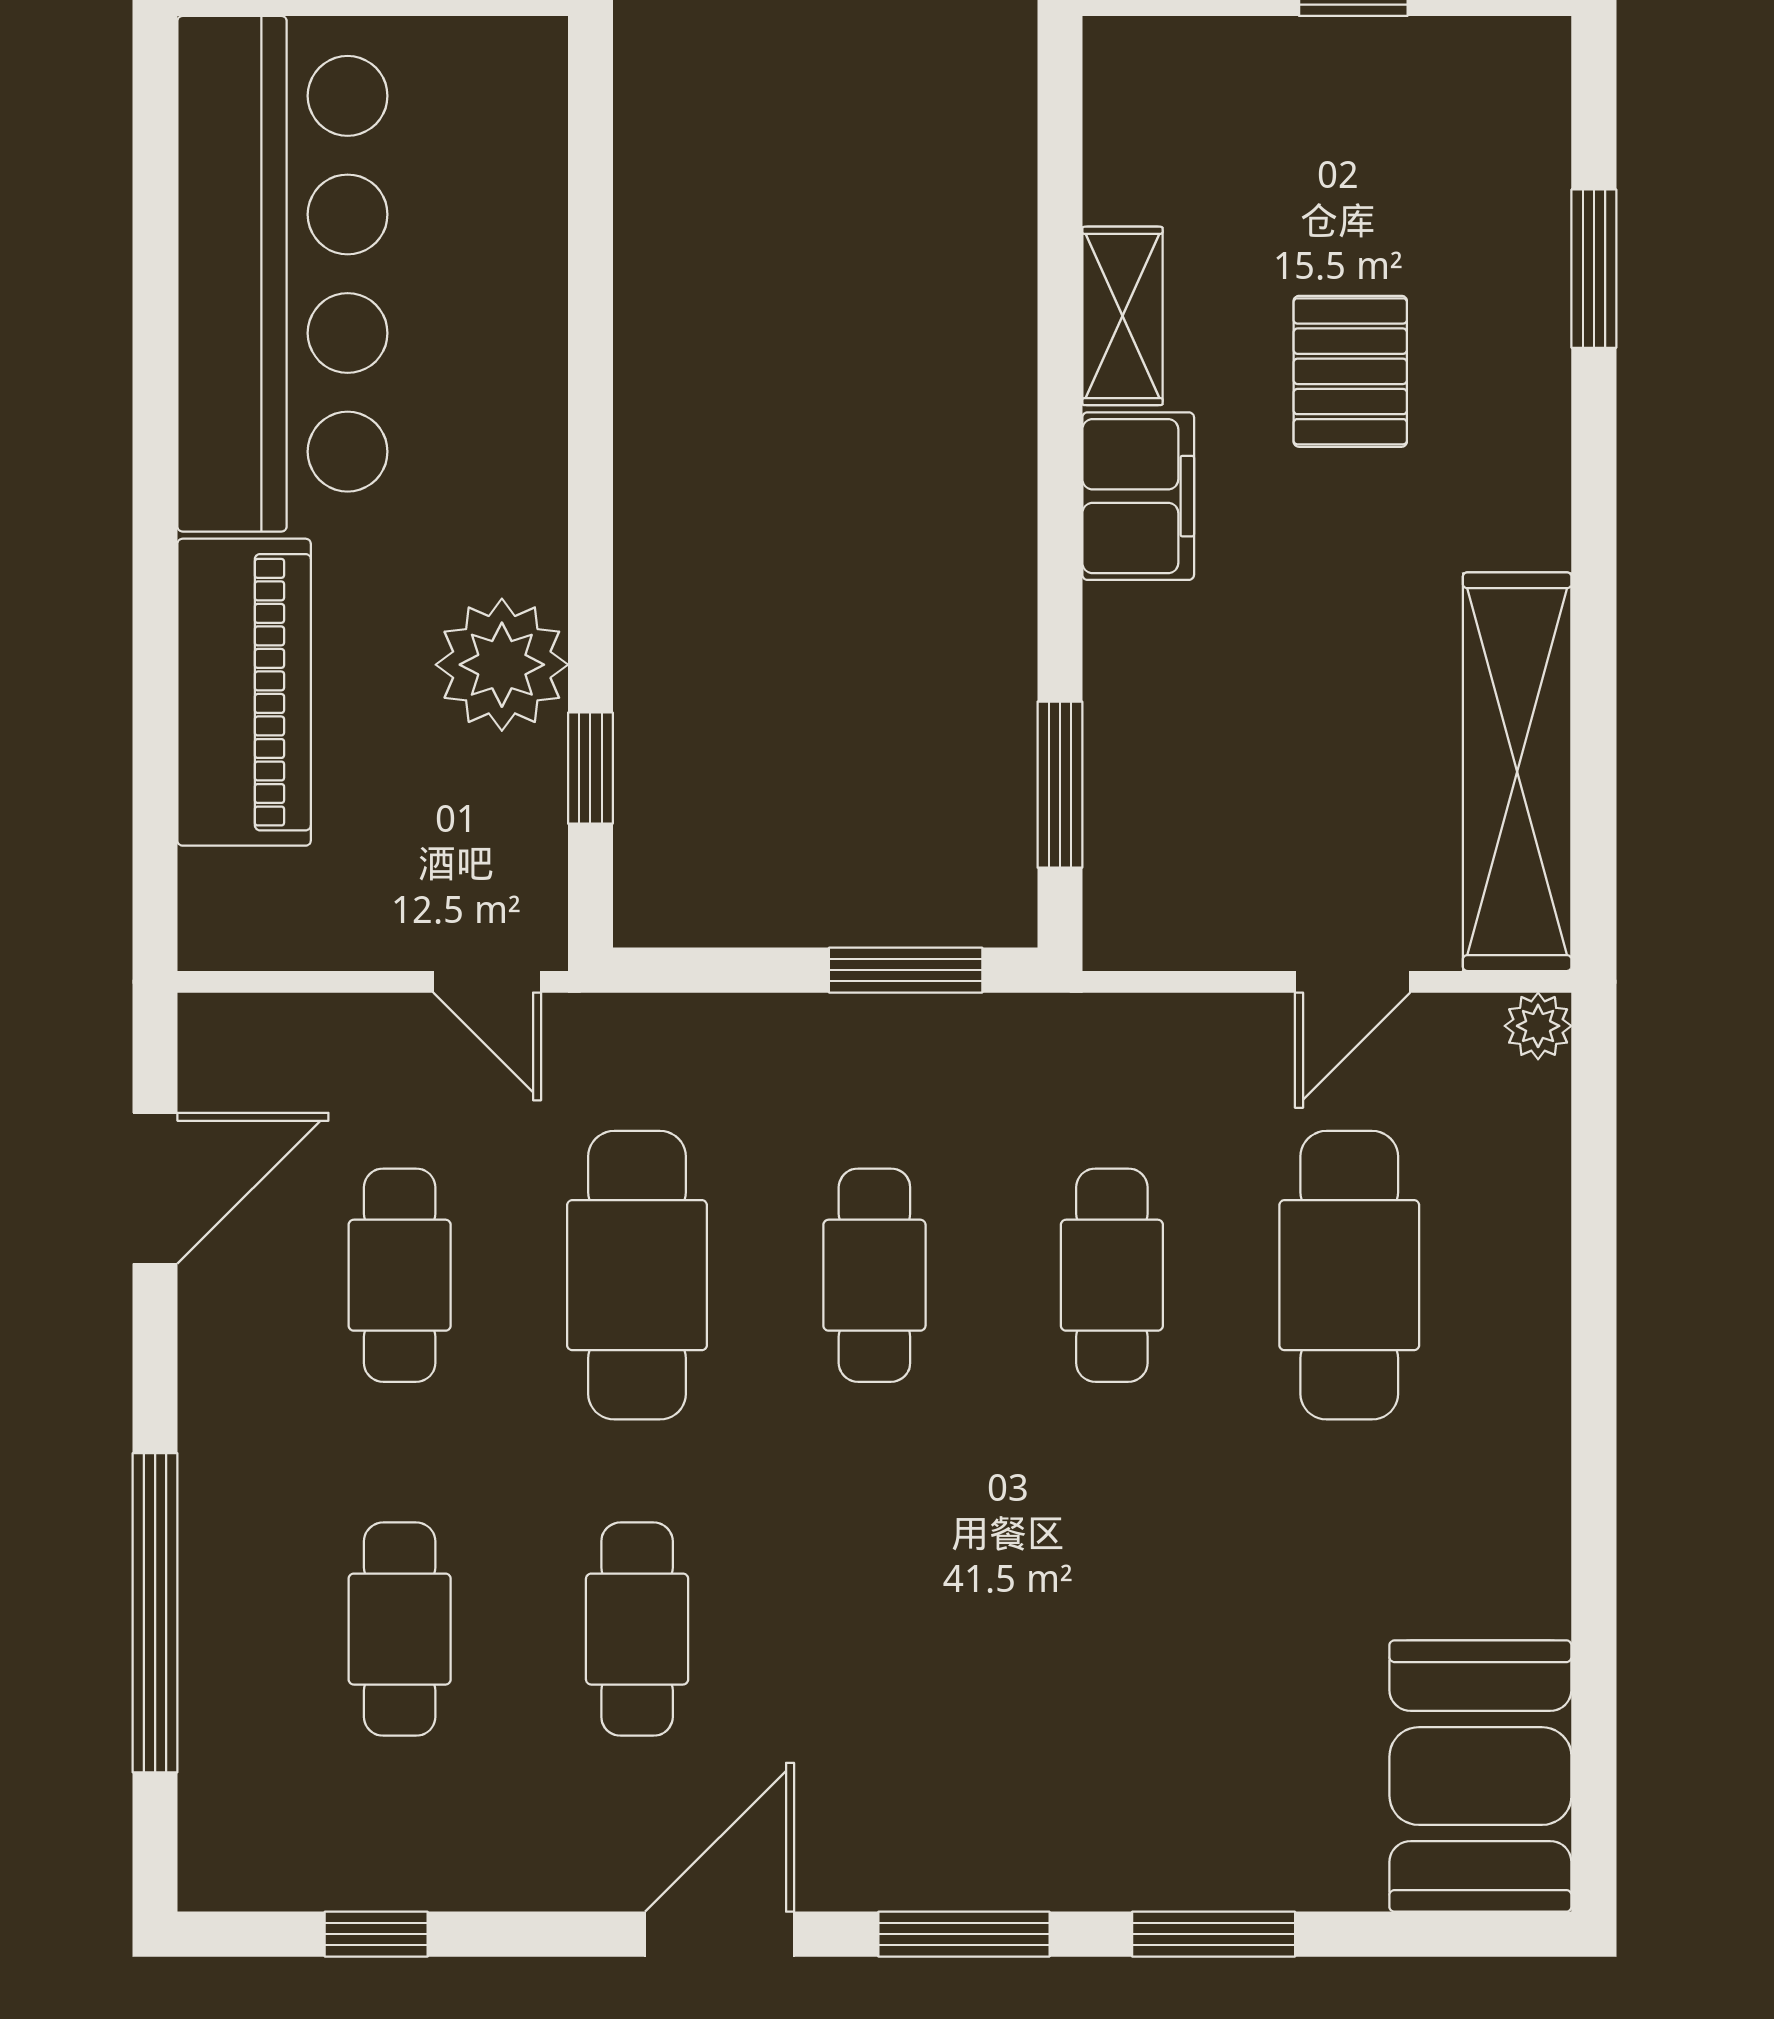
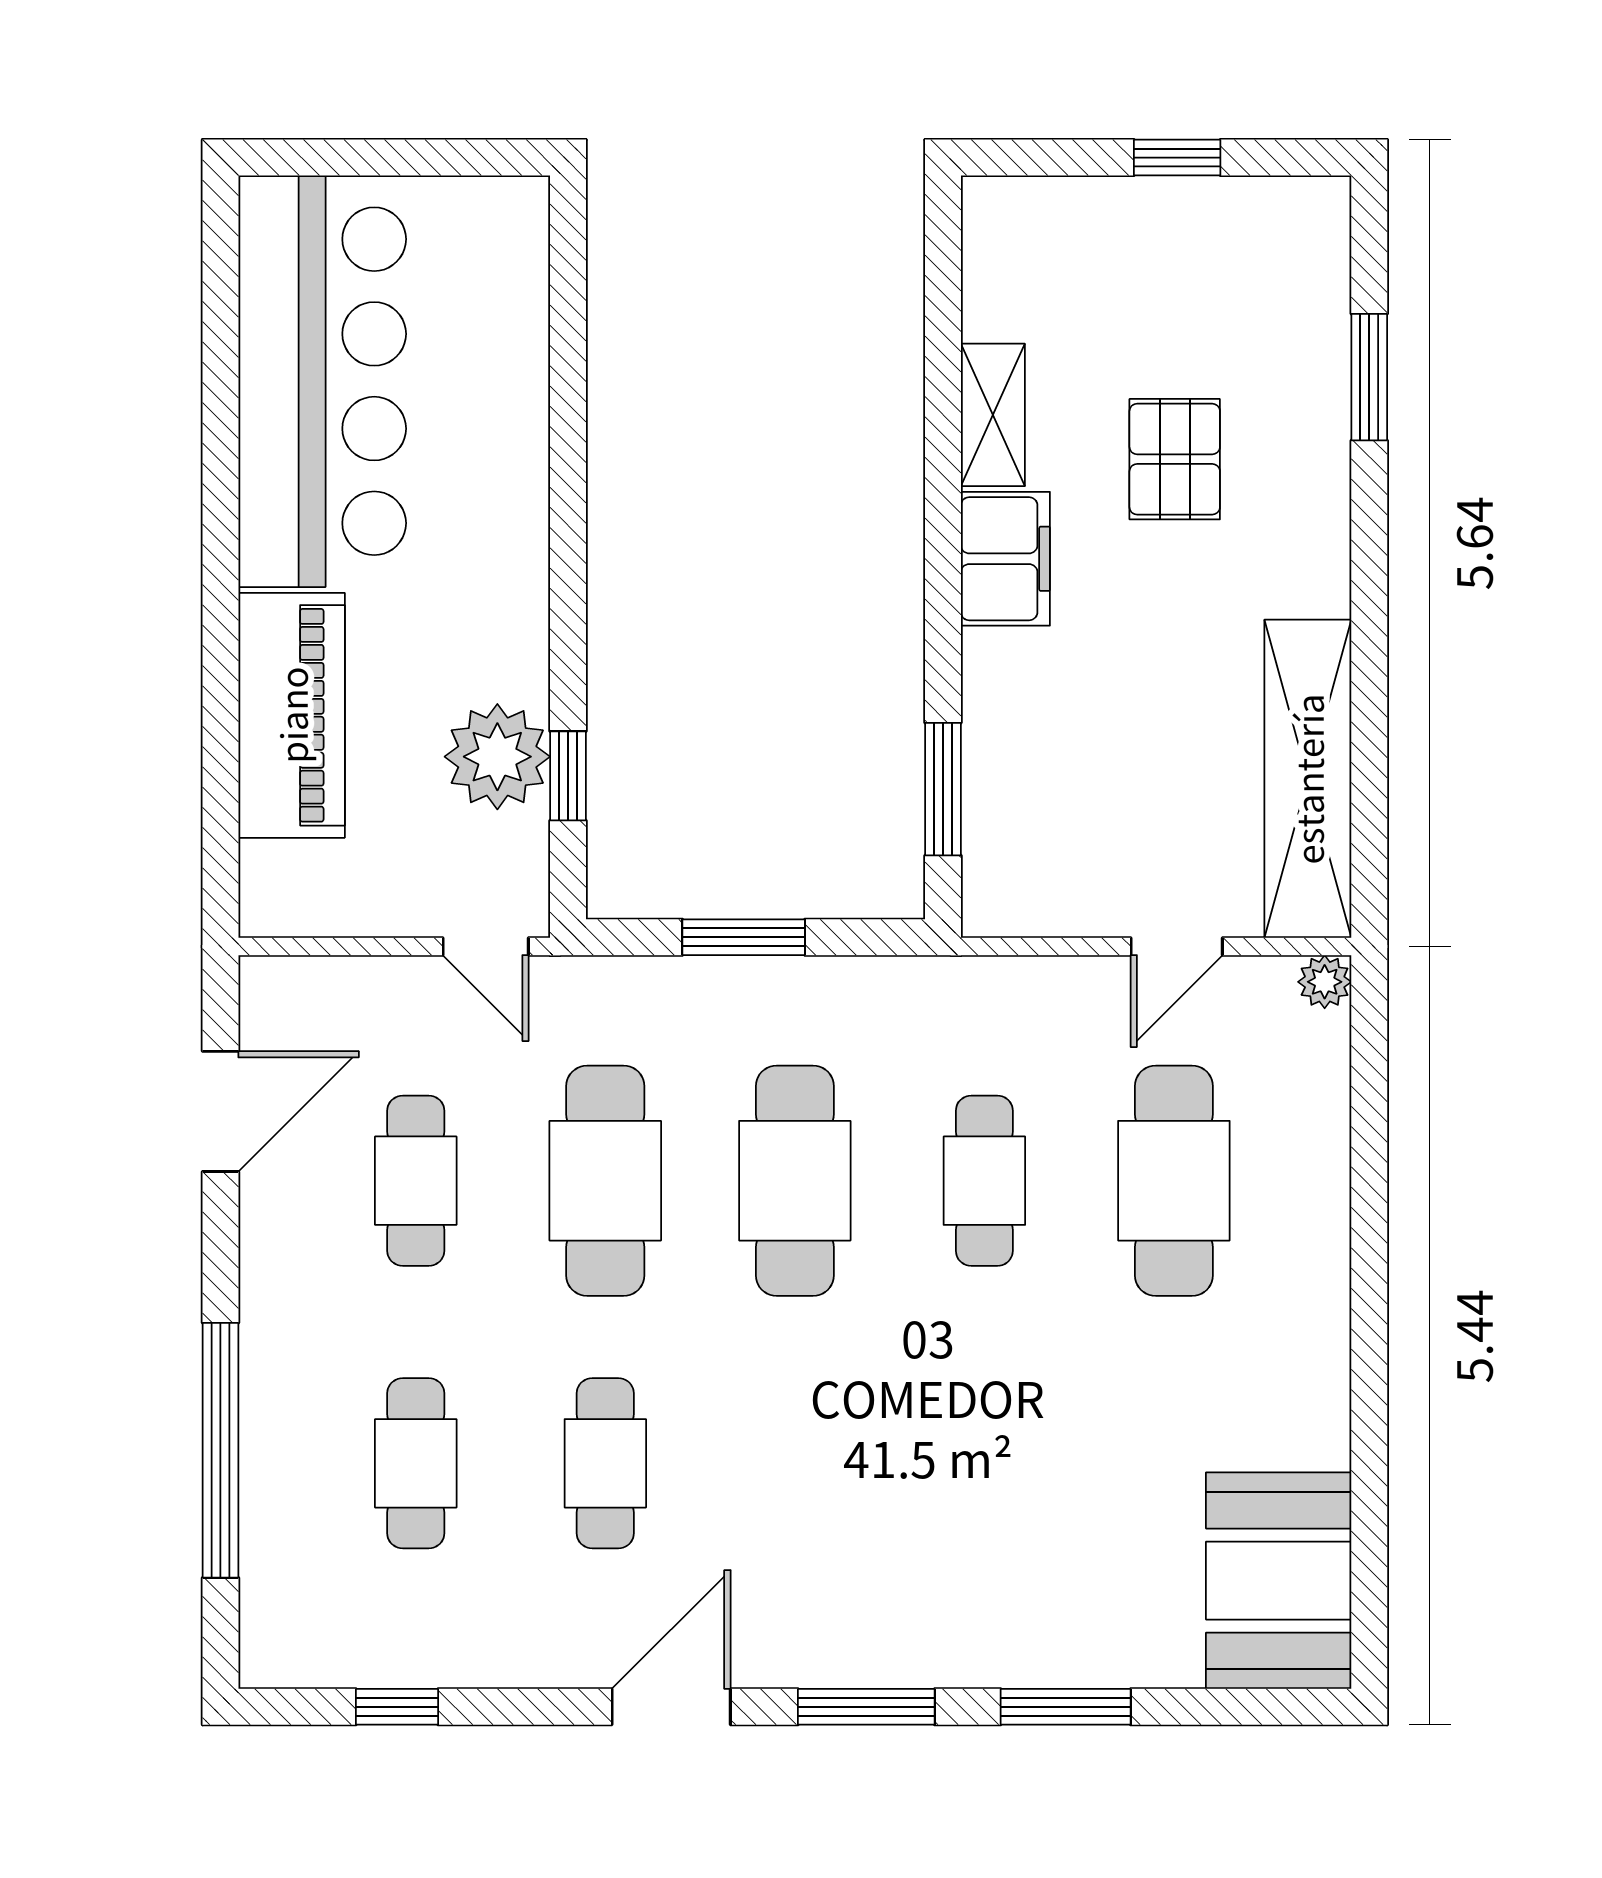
plant: (502, 665) -> (497, 757), moved
window: (906, 970) -> (744, 937), moved
cafe table: (874, 1275) -> (795, 1181), width x1.37, depth x1.35

